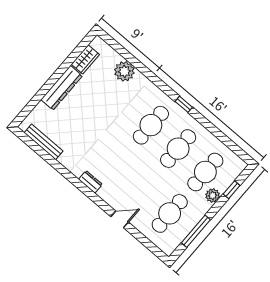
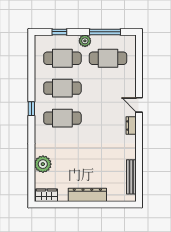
wardrobe: (85, 59) -> (46, 195), moved
plant: (213, 195) -> (85, 41), moved
door: (120, 219) -> (139, 105), moved

